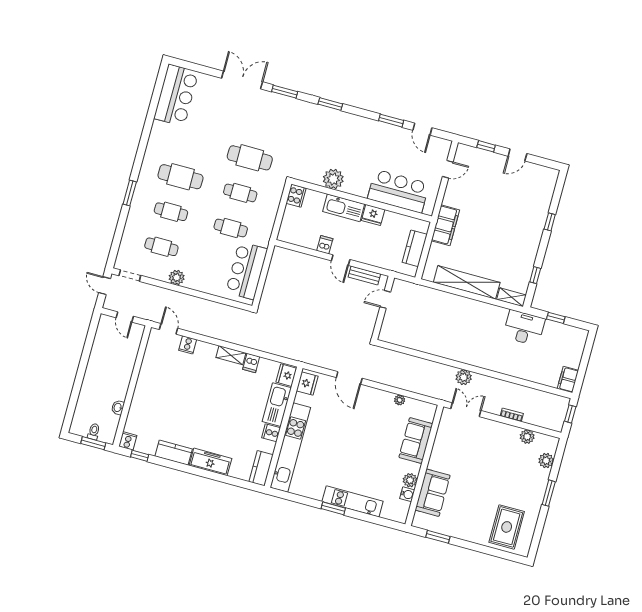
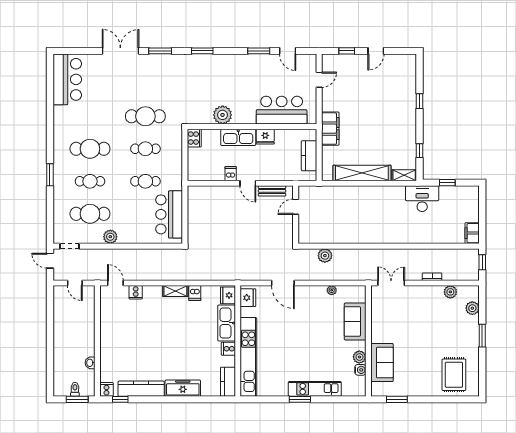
cafe table: (161, 247) -> (90, 214), width x1.37, depth x1.35
plant: (464, 377) -> (325, 256), moved
kitchen counter: (174, 453) -> (141, 389), width x1.50

